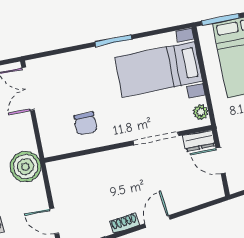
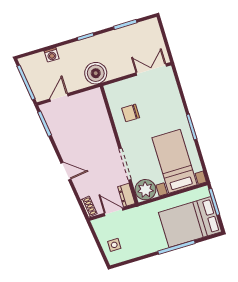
plant: (201, 112) -> (145, 190), width x1.87, depth x1.87
door: (221, 161) -> (114, 212), hinge flipped
shoe rack: (124, 223) -> (89, 207), moved

